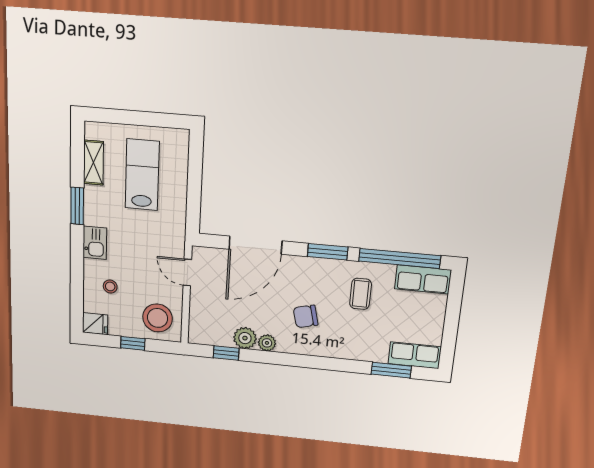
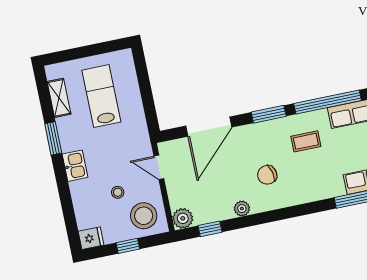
stool: (110, 286) -> (118, 192), moved
coffee table: (361, 294) -> (306, 141), turned 90
plant: (245, 338) -> (183, 218), moved

